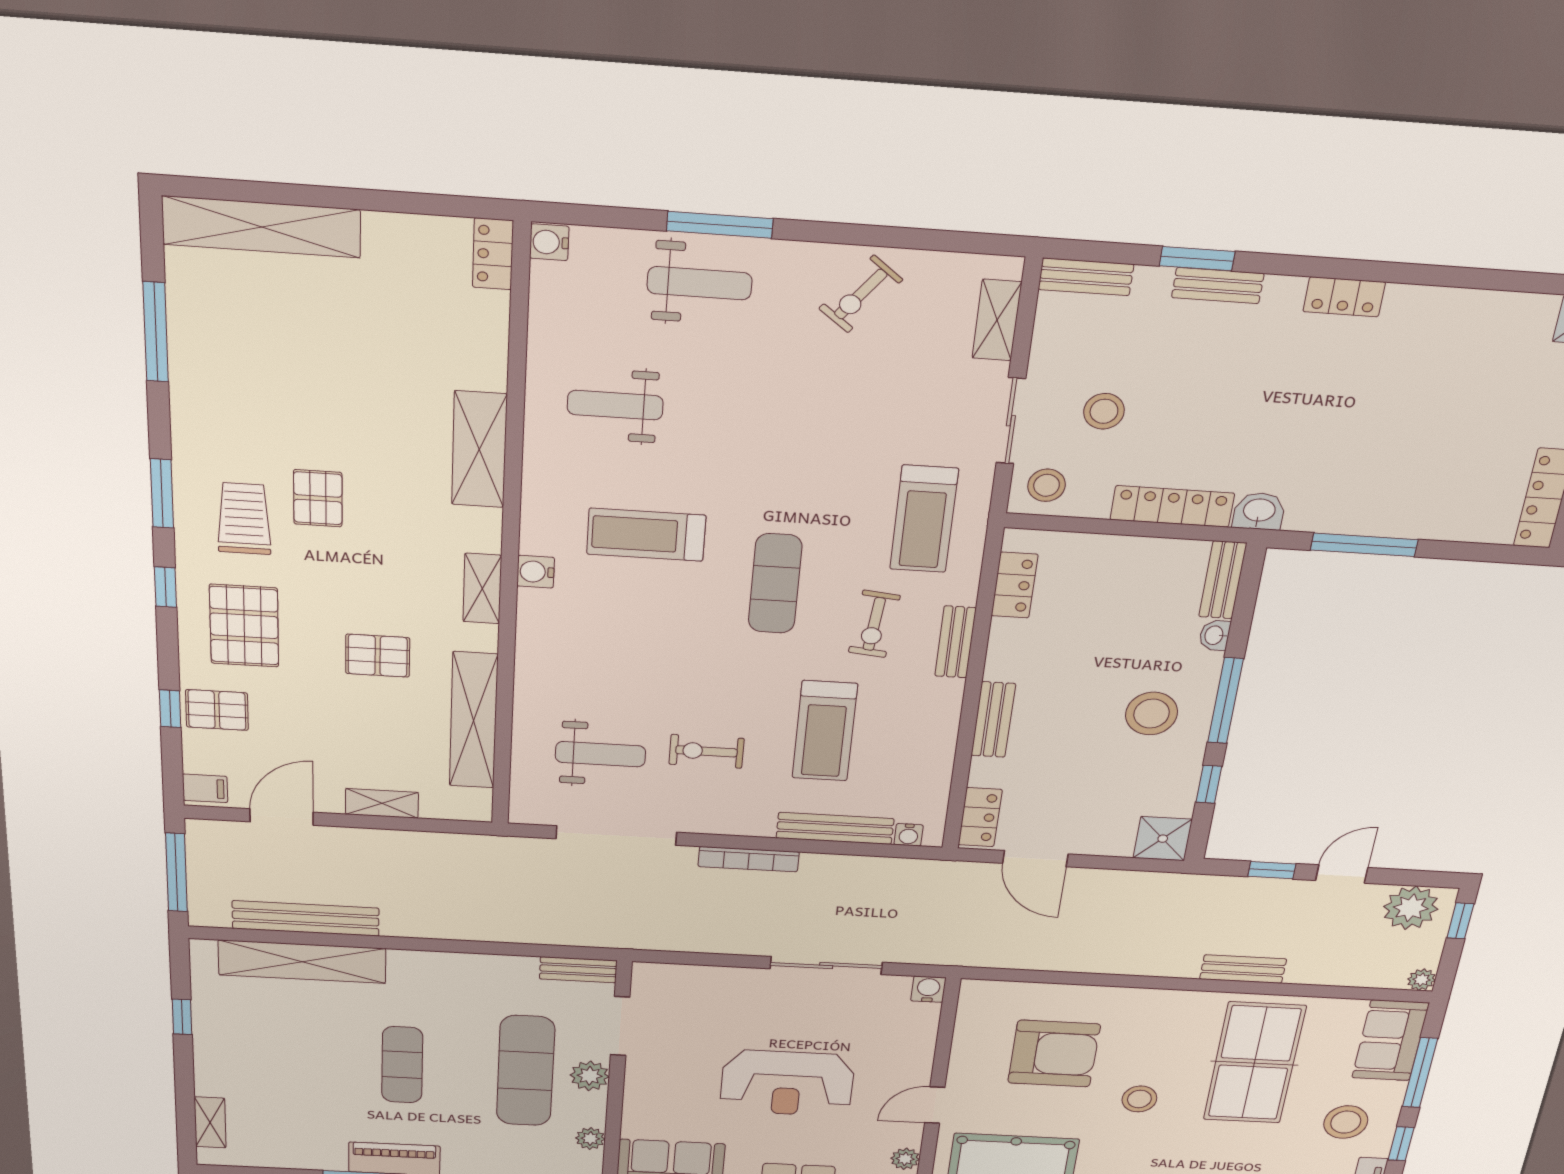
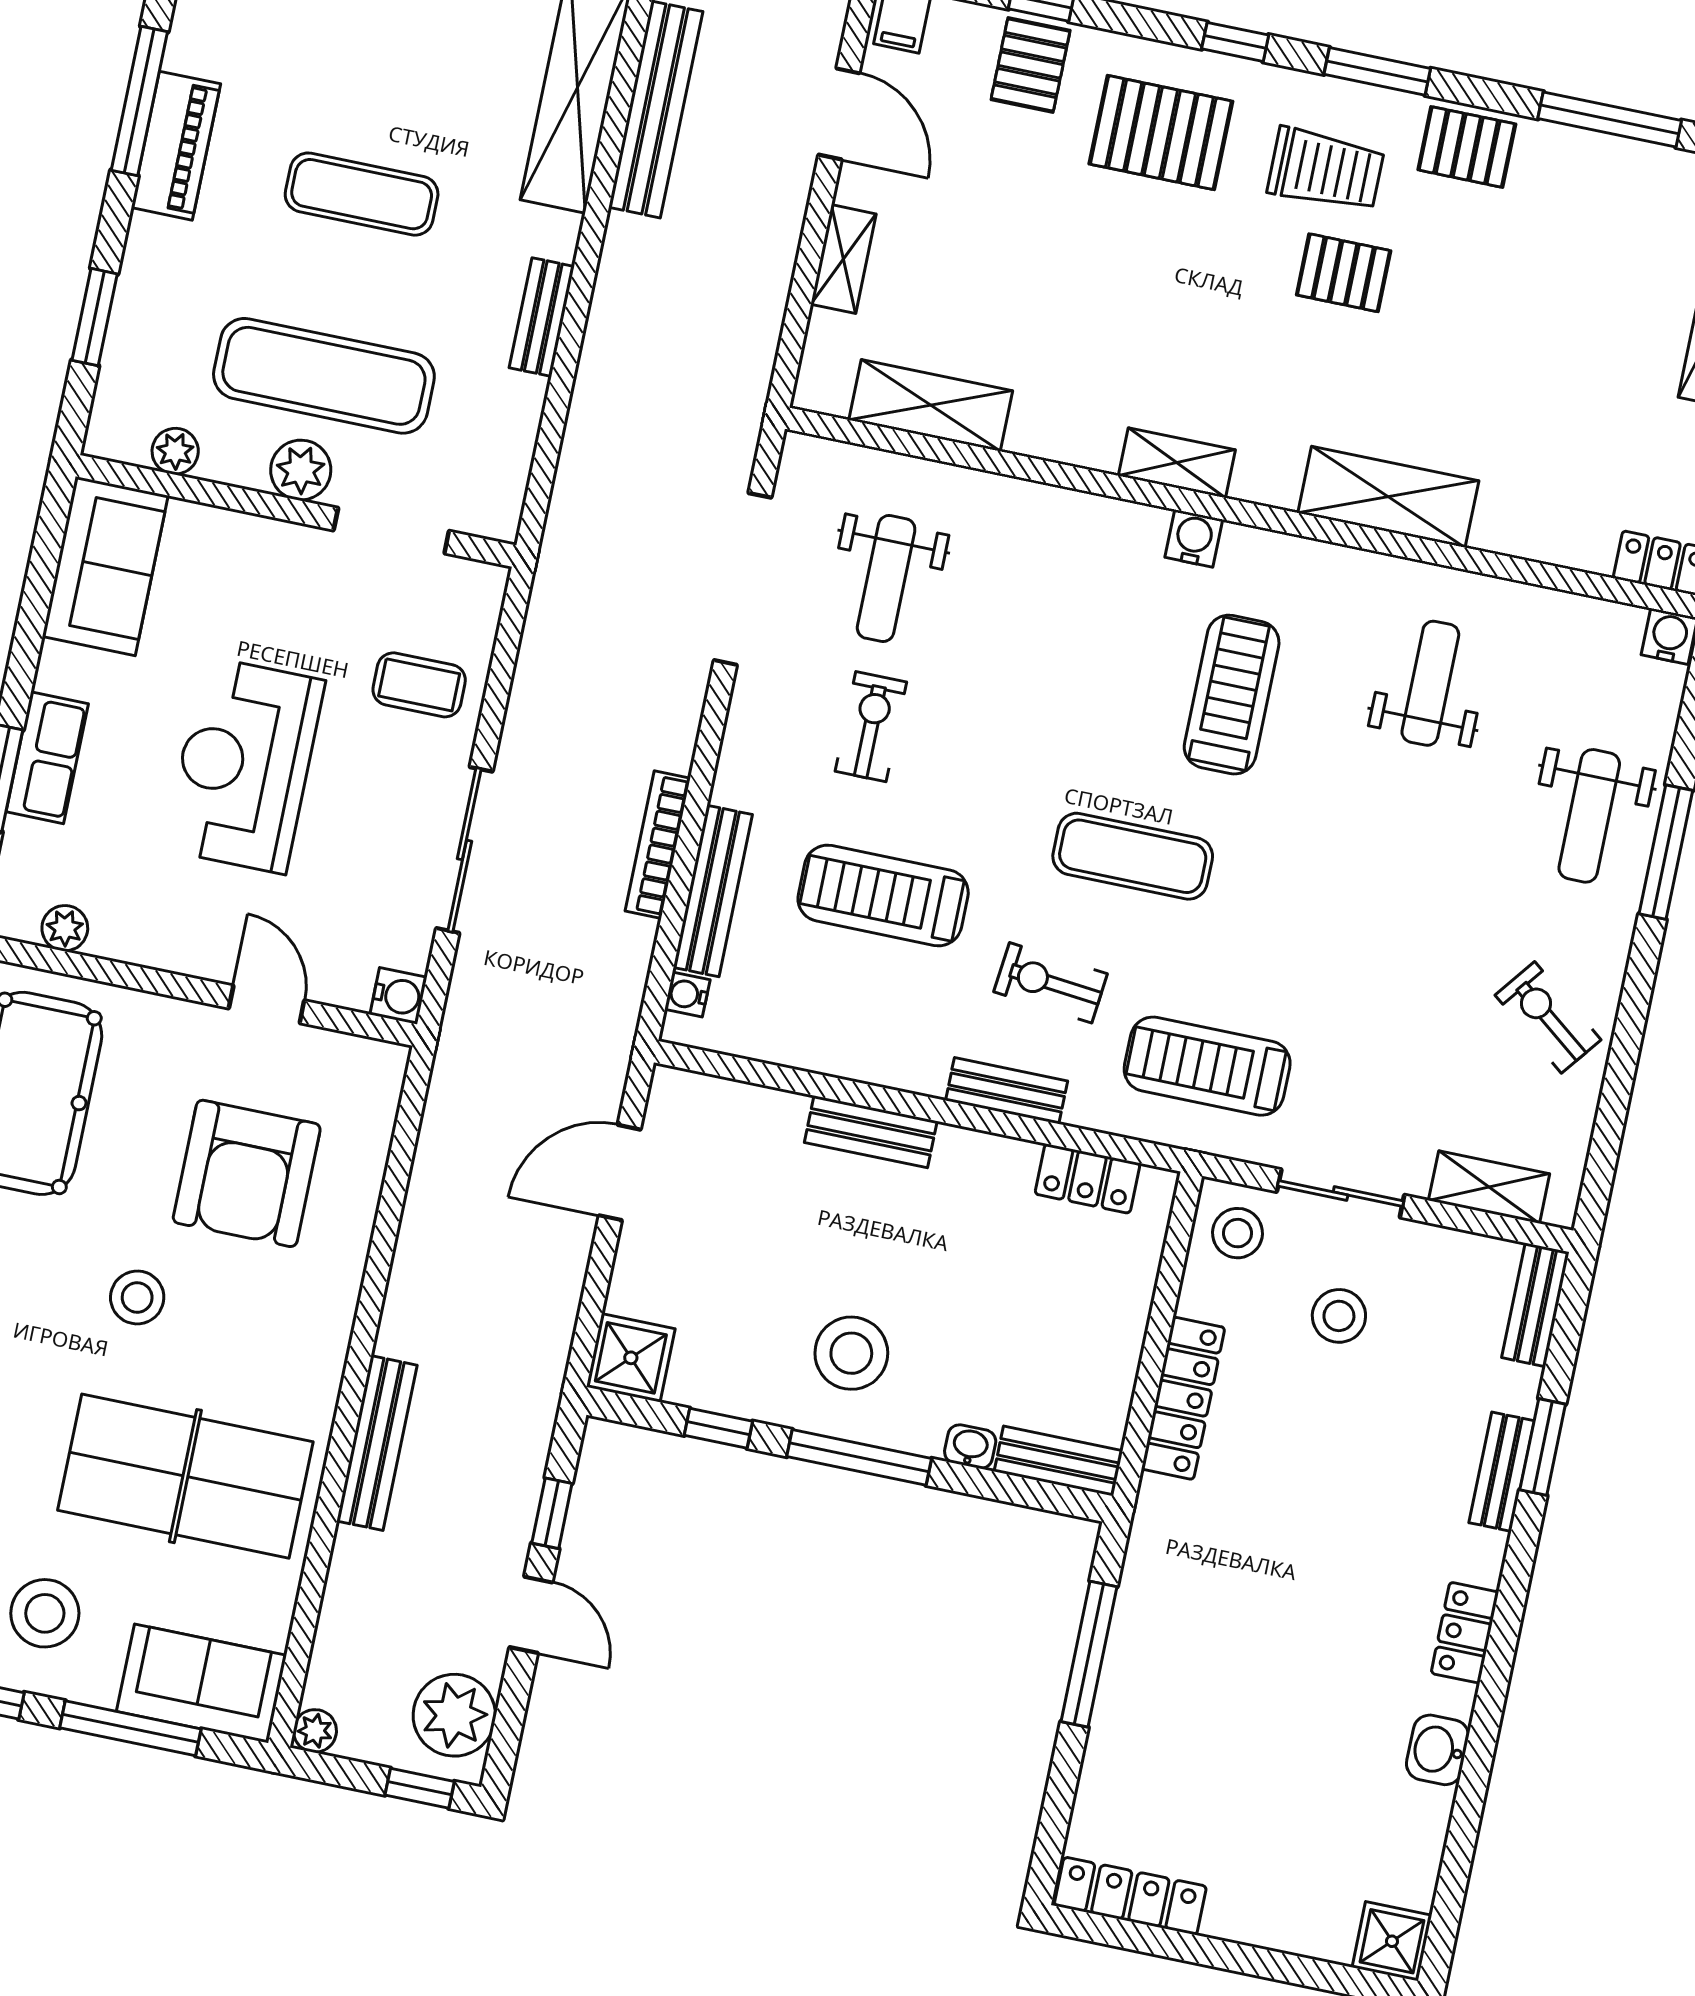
washbasin: (1259, 511) -> (1438, 1750), moved, turned 180
pallet: (378, 656) -> (1467, 147), moved, turned 90
shelving: (474, 721) -> (931, 405), width x0.68
locker: (980, 817) -> (705, 1099), removed
bookcase: (749, 859) -> (658, 845), moved
bench: (1243, 969) -> (377, 1443), width x1.36
bench: (578, 970) -> (542, 317), moved
coffee table: (720, 1001) -> (419, 685), added
door: (935, 1105) -> (267, 1004), moved

